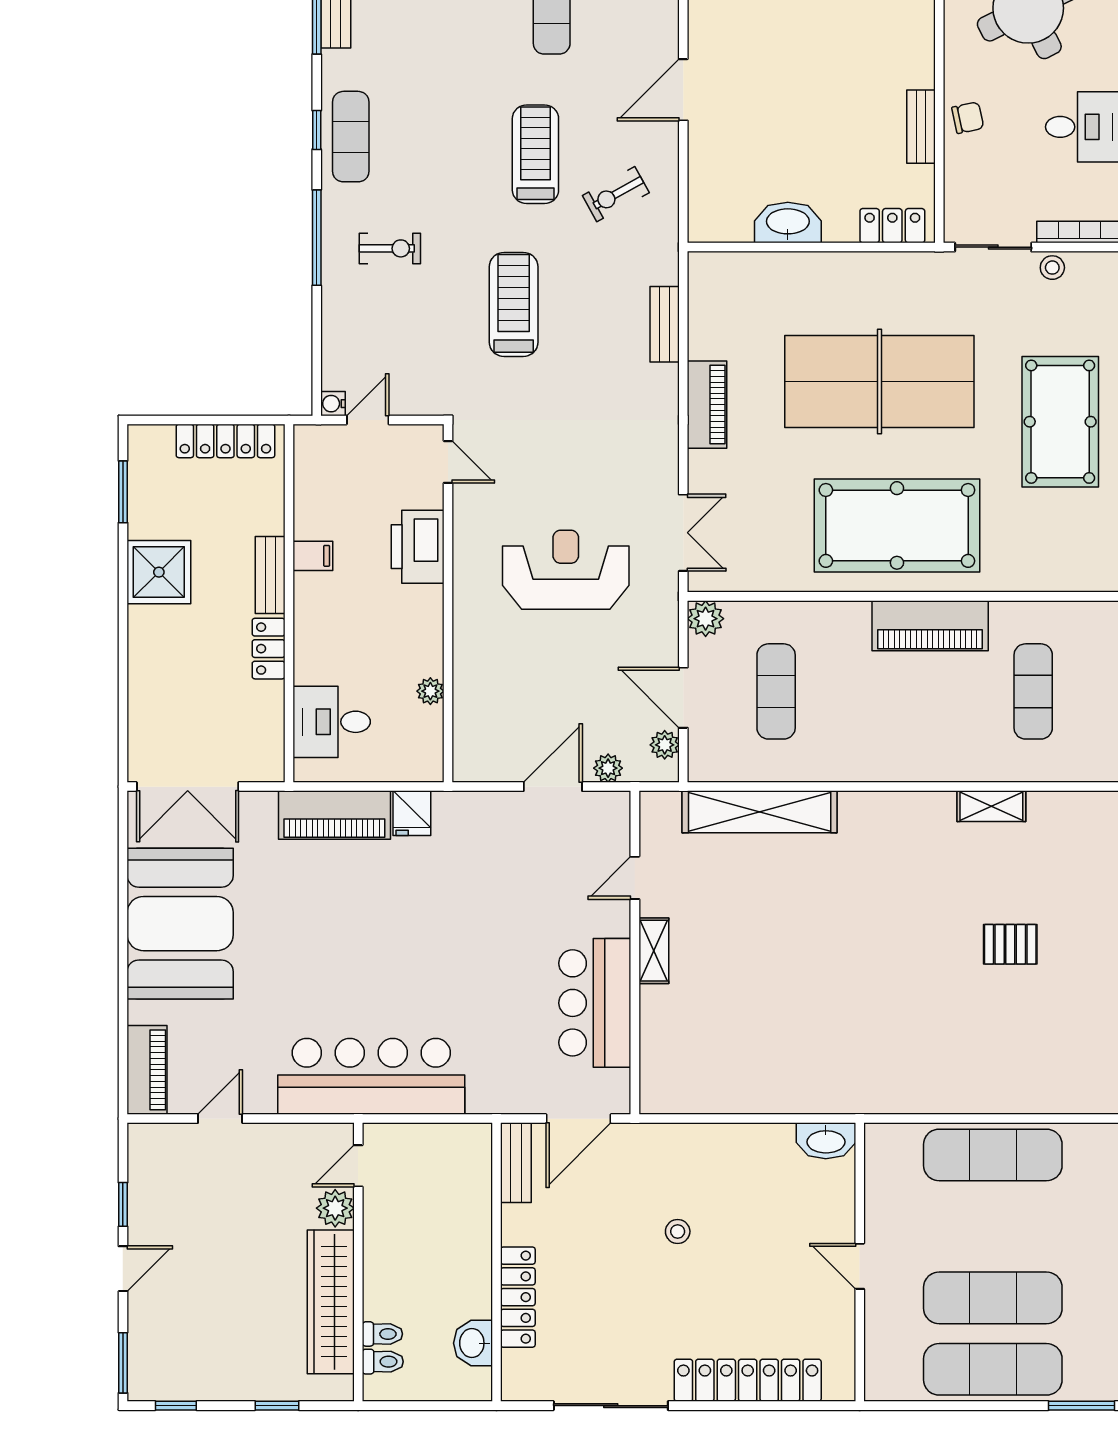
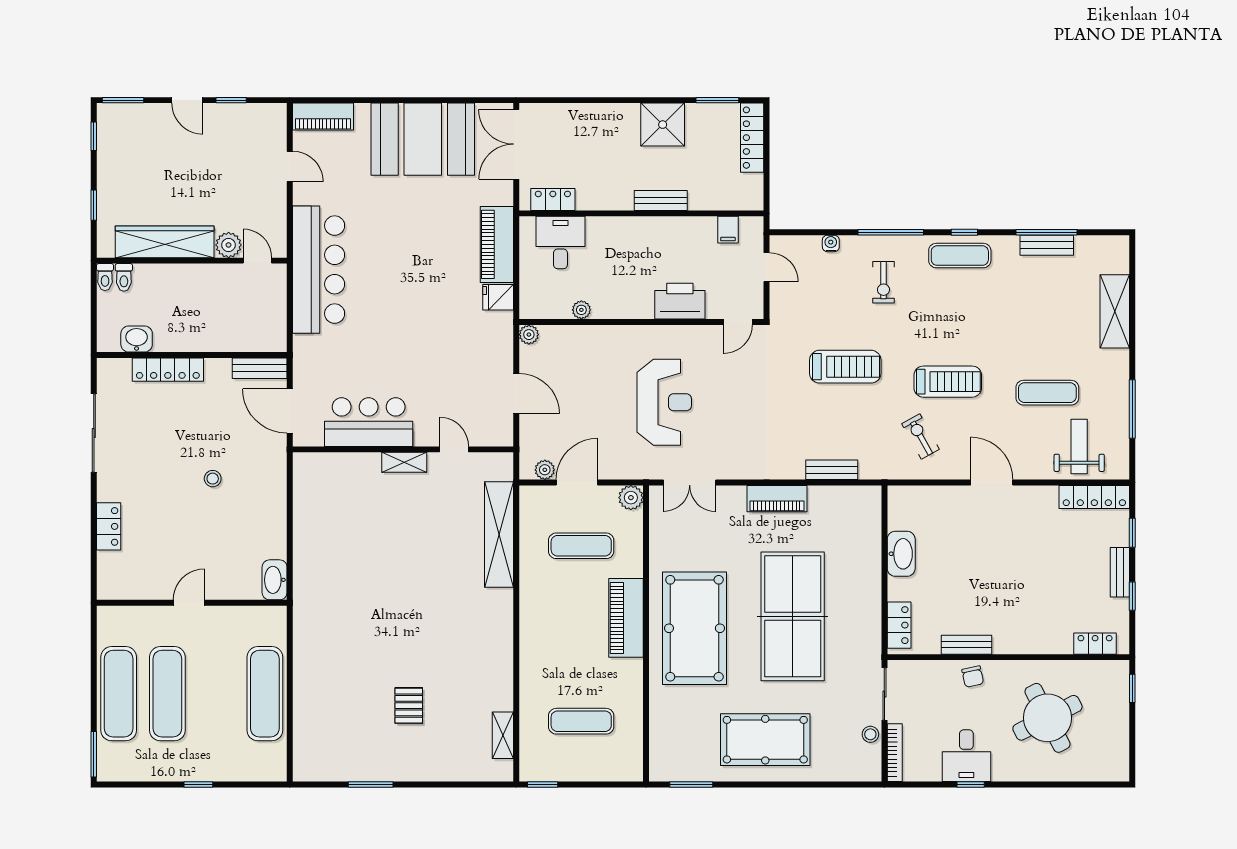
water cooler: (333, 404) -> (831, 243), moved
locker: (225, 441) -> (752, 138), moved
filing cabinet: (313, 556) -> (728, 230), moved
piano: (930, 626) -> (626, 618), moved
locker: (269, 649) -> (553, 199), moved
plant: (608, 768) -> (529, 335), moved
shelving: (991, 806) -> (503, 735), moved
toilet: (382, 1334) -> (105, 277), moved
locker: (748, 1380) -> (109, 526), width x0.46, depth x0.83

